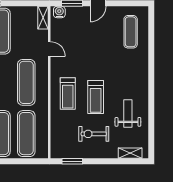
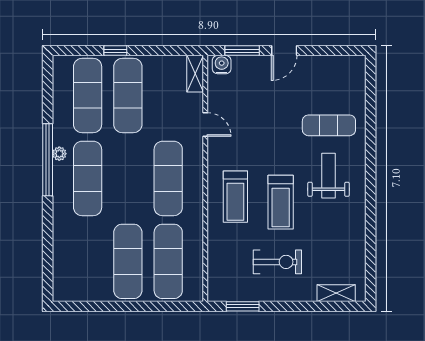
exercise mat: (131, 32) -> (329, 125), moved, turned 90
weight bench: (128, 114) -> (328, 176), moved
exercise bike: (94, 134) -> (277, 262), turned 180

